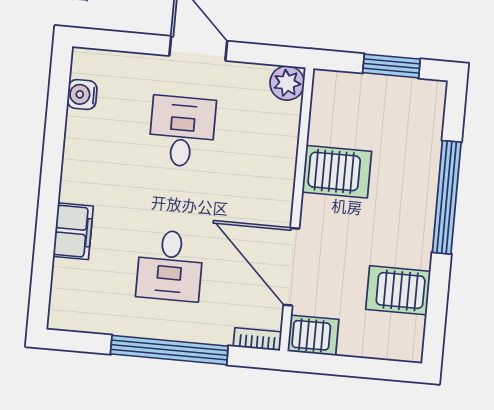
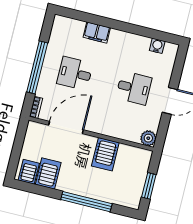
server rack: (313, 335) -> (29, 172), moved, turned 180

